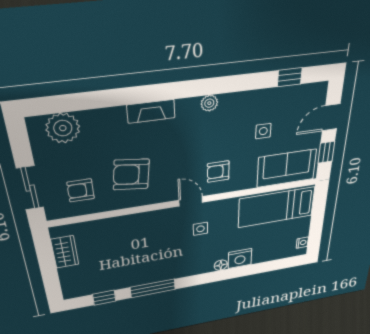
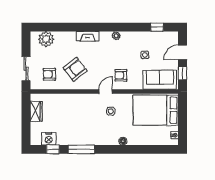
armchair: (131, 174) -> (75, 69), turned 135
door: (191, 201) -> (106, 91), hinge flipped
bed: (276, 207) -> (156, 110), width x1.50
nightstand: (240, 258) -> (49, 139), moved

